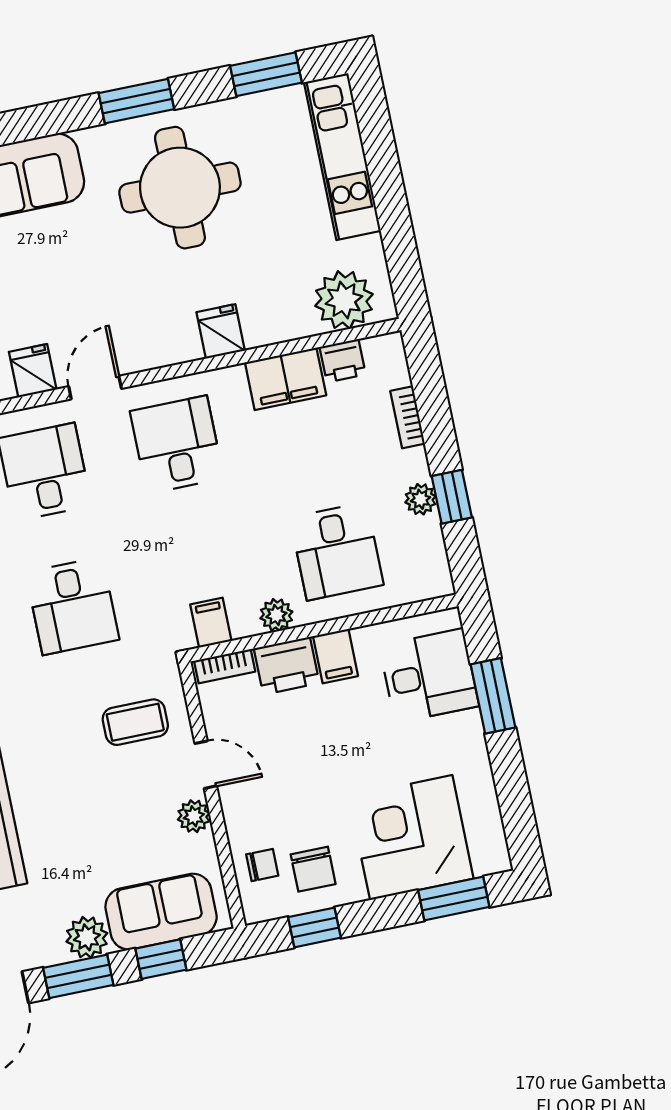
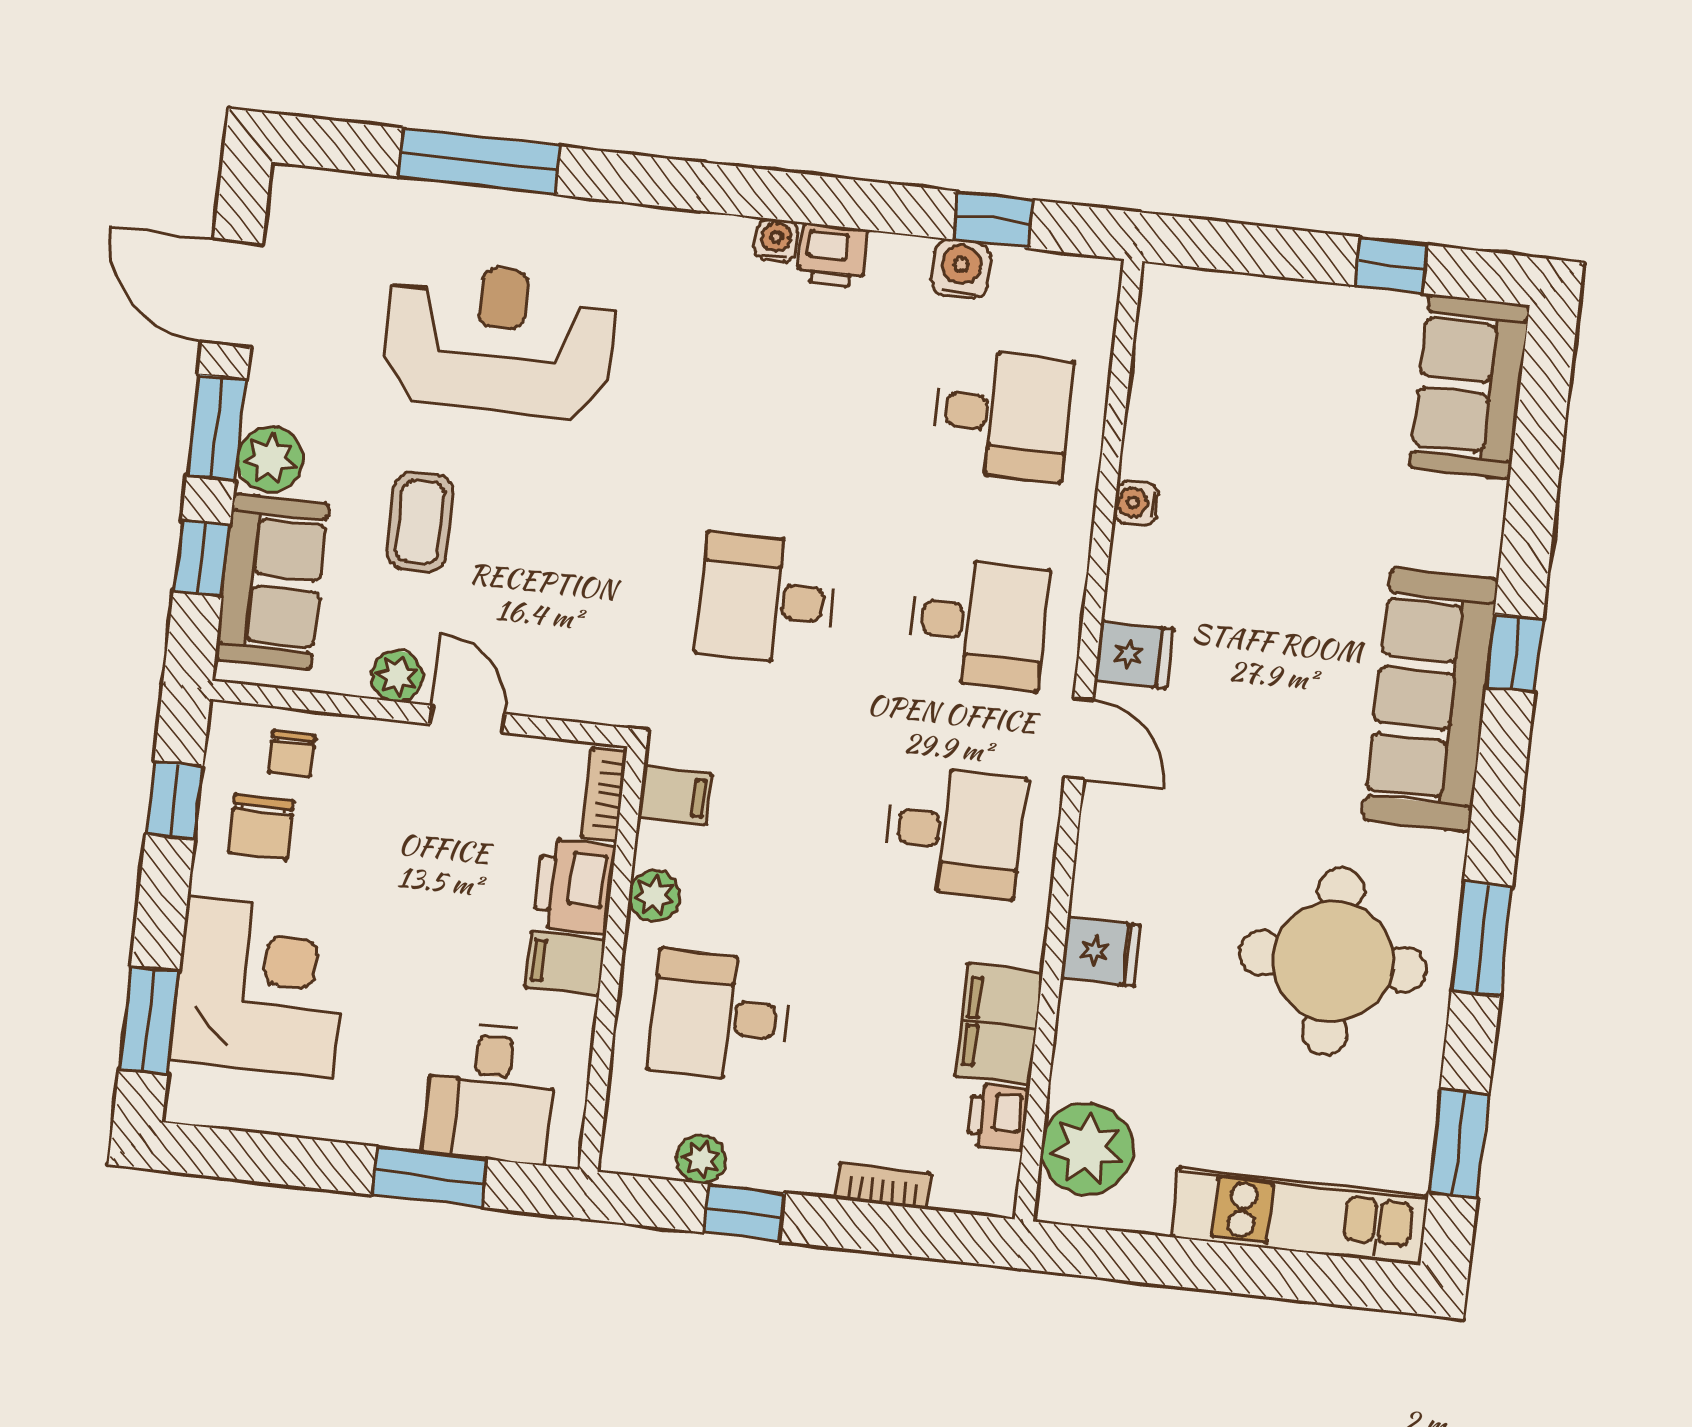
plant: (421, 499) -> (701, 1159), moved
coffee table: (135, 722) -> (420, 522), moved
door: (206, 765) -> (468, 719), swing flipped
chair: (313, 869) -> (261, 827), turned -90

